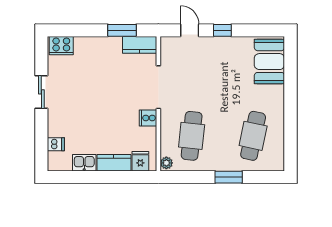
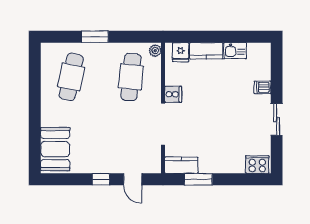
dishwasher: (56, 144) -> (263, 87), moved

